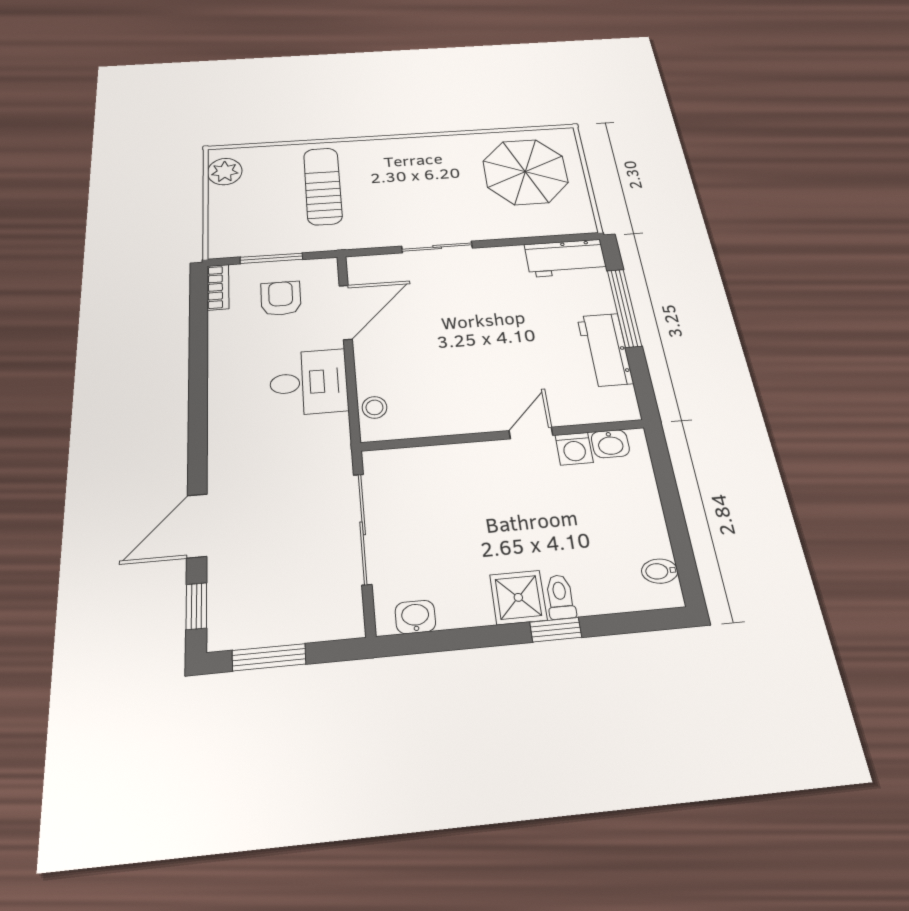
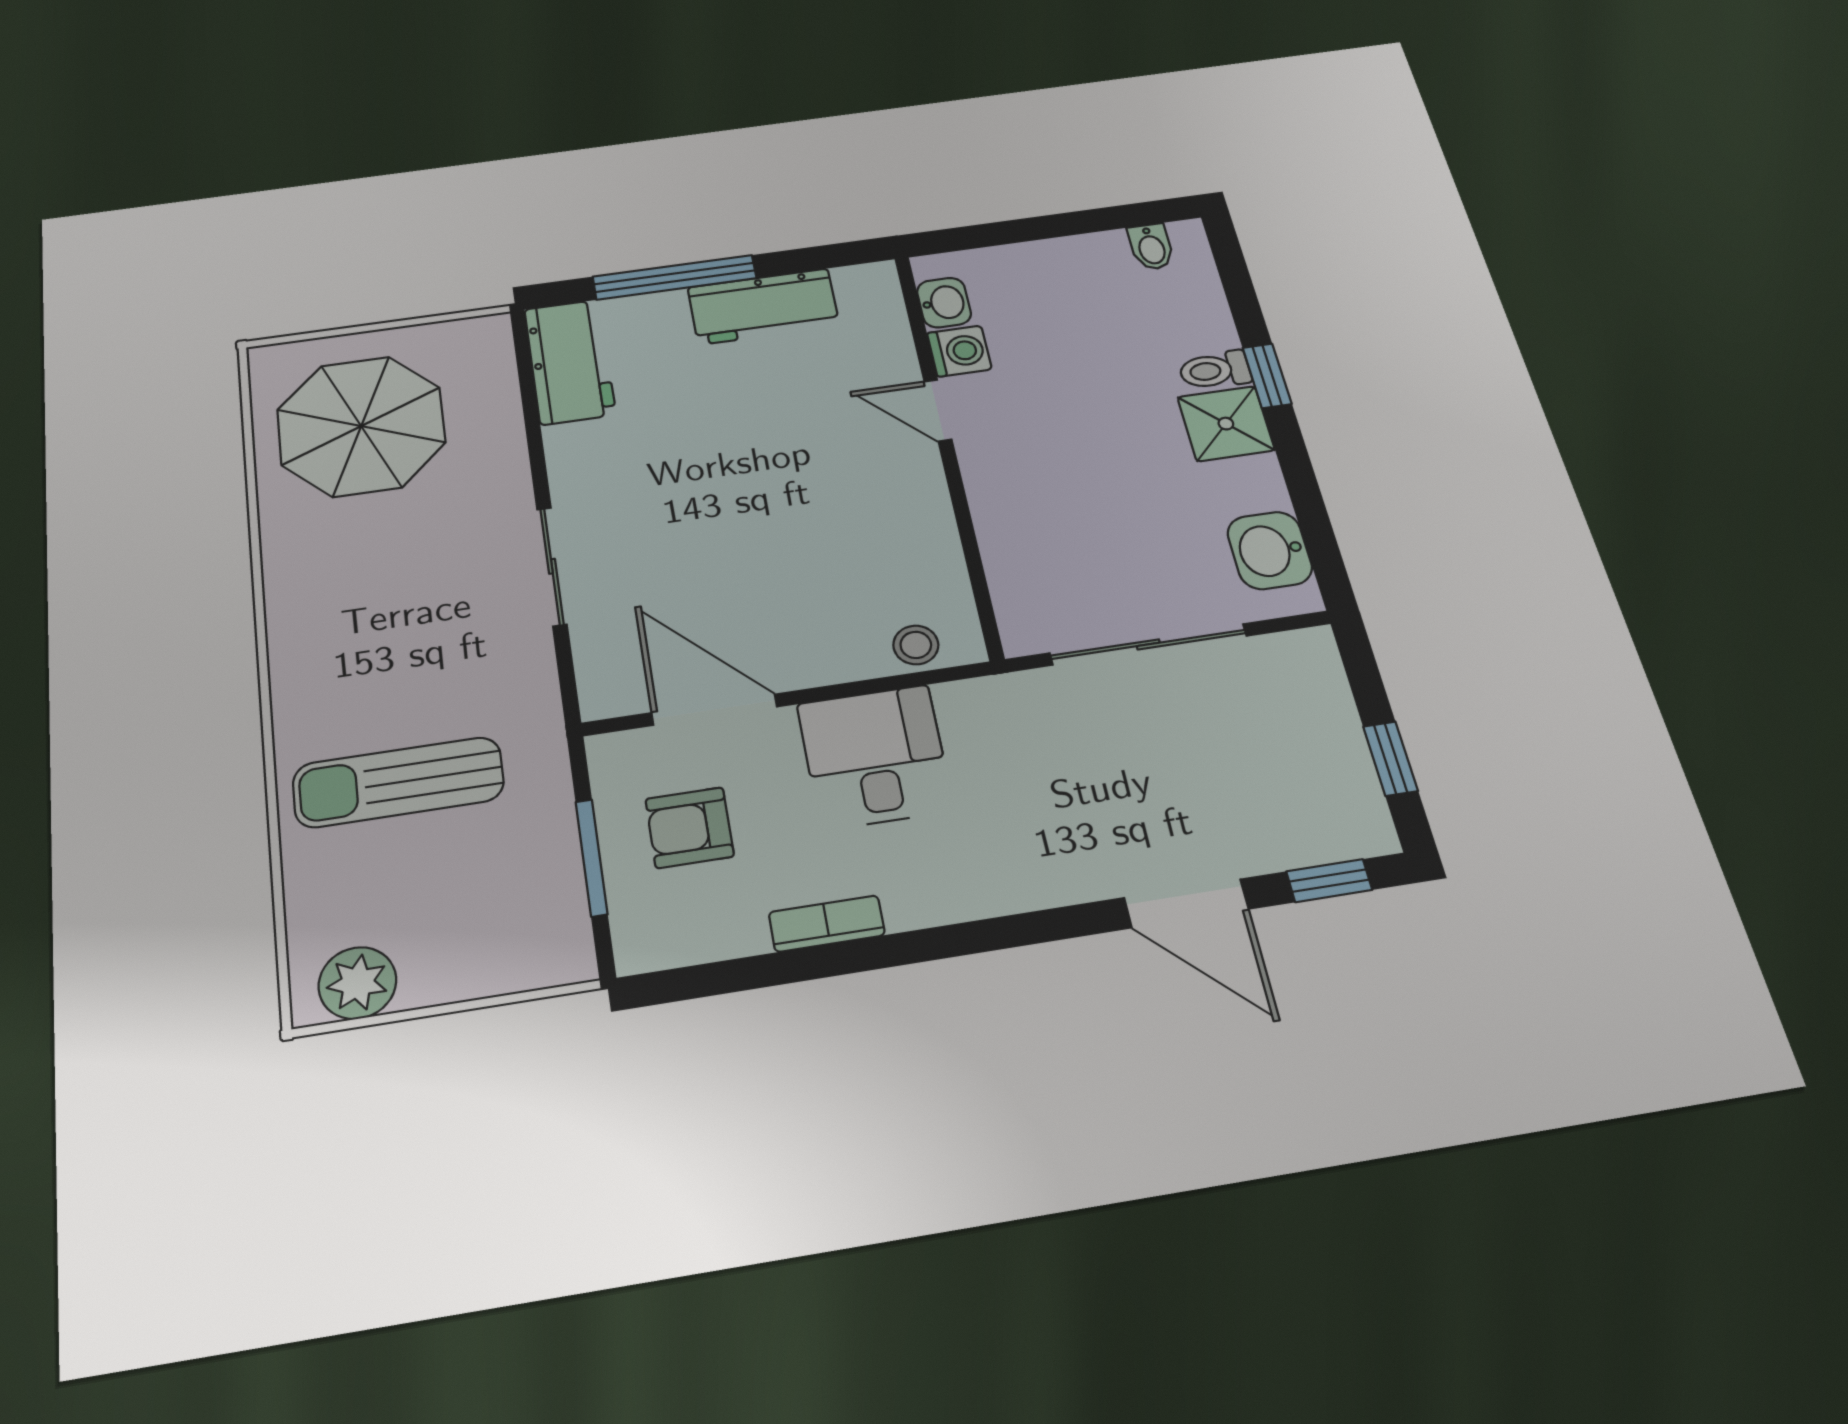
bookcase: (218, 287) -> (827, 924), moved
washbasin: (415, 617) -> (1270, 550), width x1.38, depth x1.45
window: (269, 657) -> (1390, 759), width x0.67

